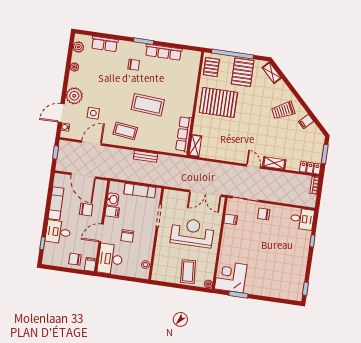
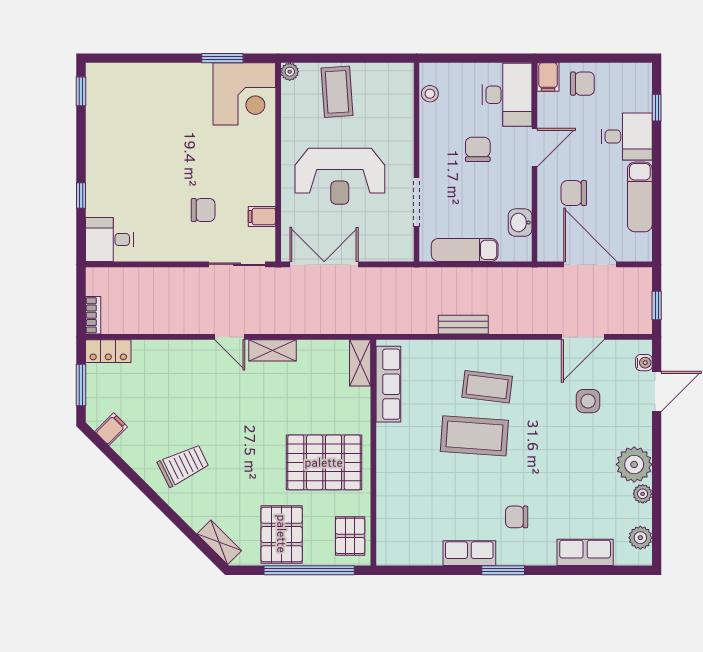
row of seats: (164, 52) -> (469, 553), width x0.68
plant: (74, 96) -> (634, 464), moved
filing cabinet: (306, 121) -> (111, 429), moved
coffee table: (125, 131) -> (487, 387), moved
shelving: (274, 163) -> (272, 350), moved
filing cabinet: (112, 212) -> (517, 196), removed
chair: (264, 214) -> (203, 210), moved

